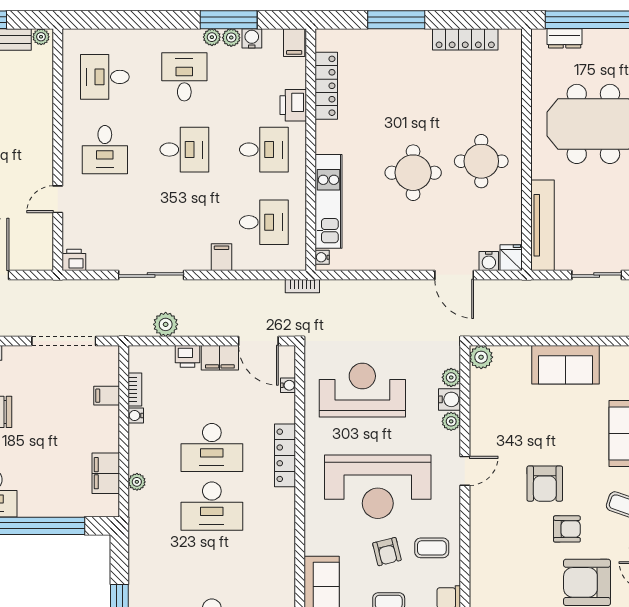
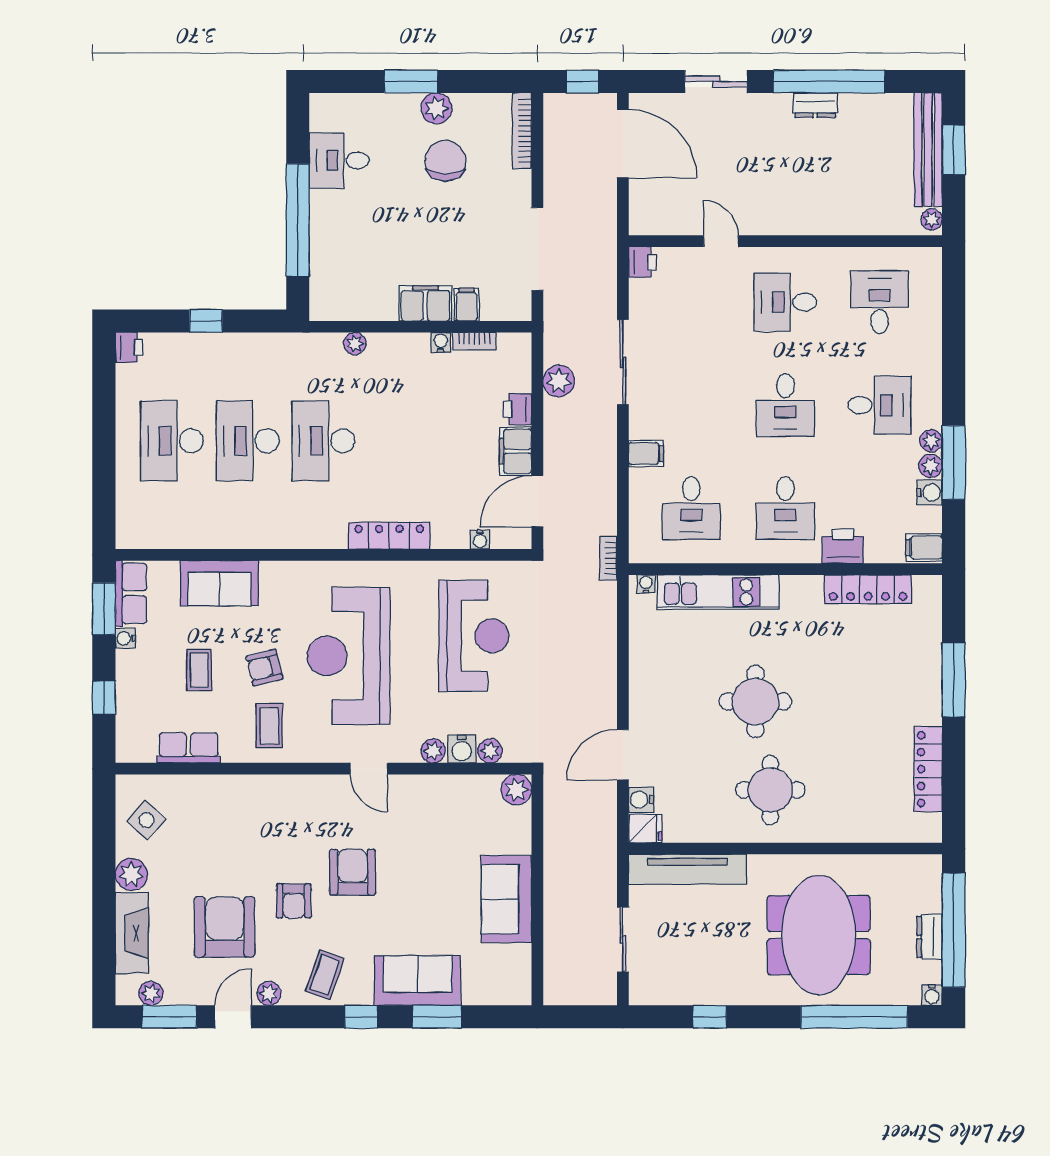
dresser: (565, 38) -> (930, 937), moved
desk: (212, 448) -> (248, 441), moved
filing cabinet: (106, 473) -> (425, 303), moved
armchair: (545, 484) -> (353, 872), turned 90

